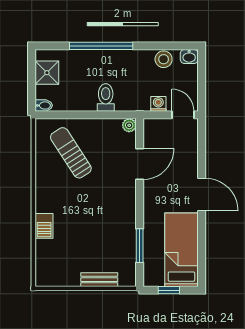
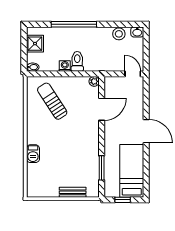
washing machine: (158, 104) -> (65, 66), moved

